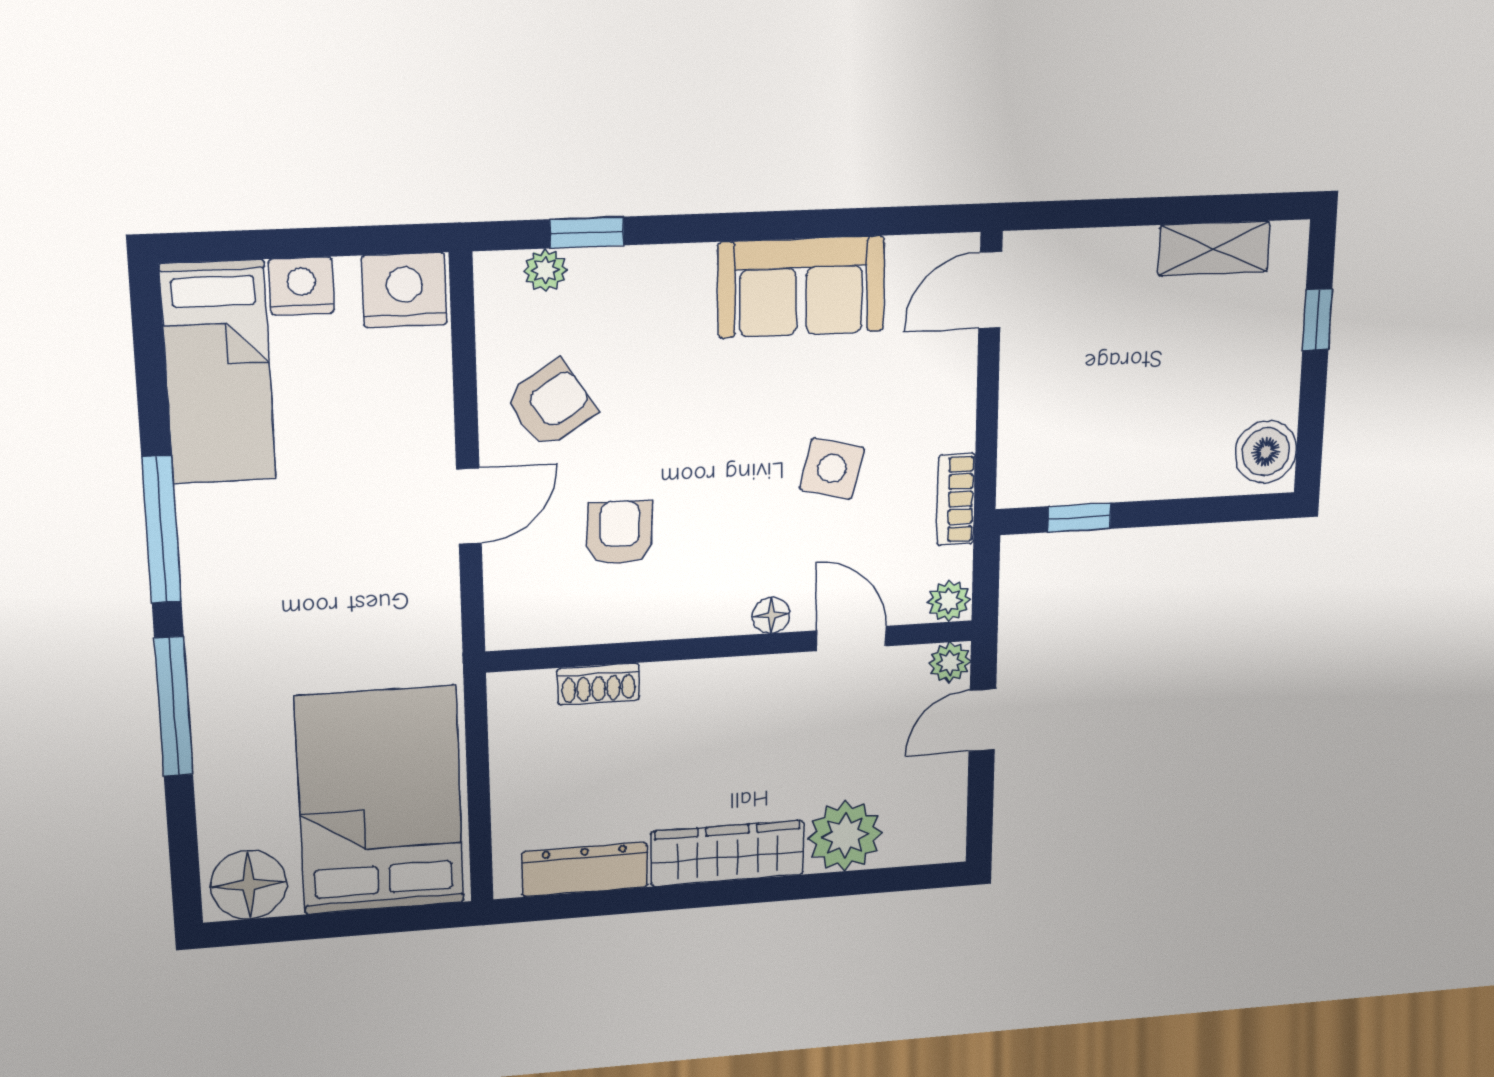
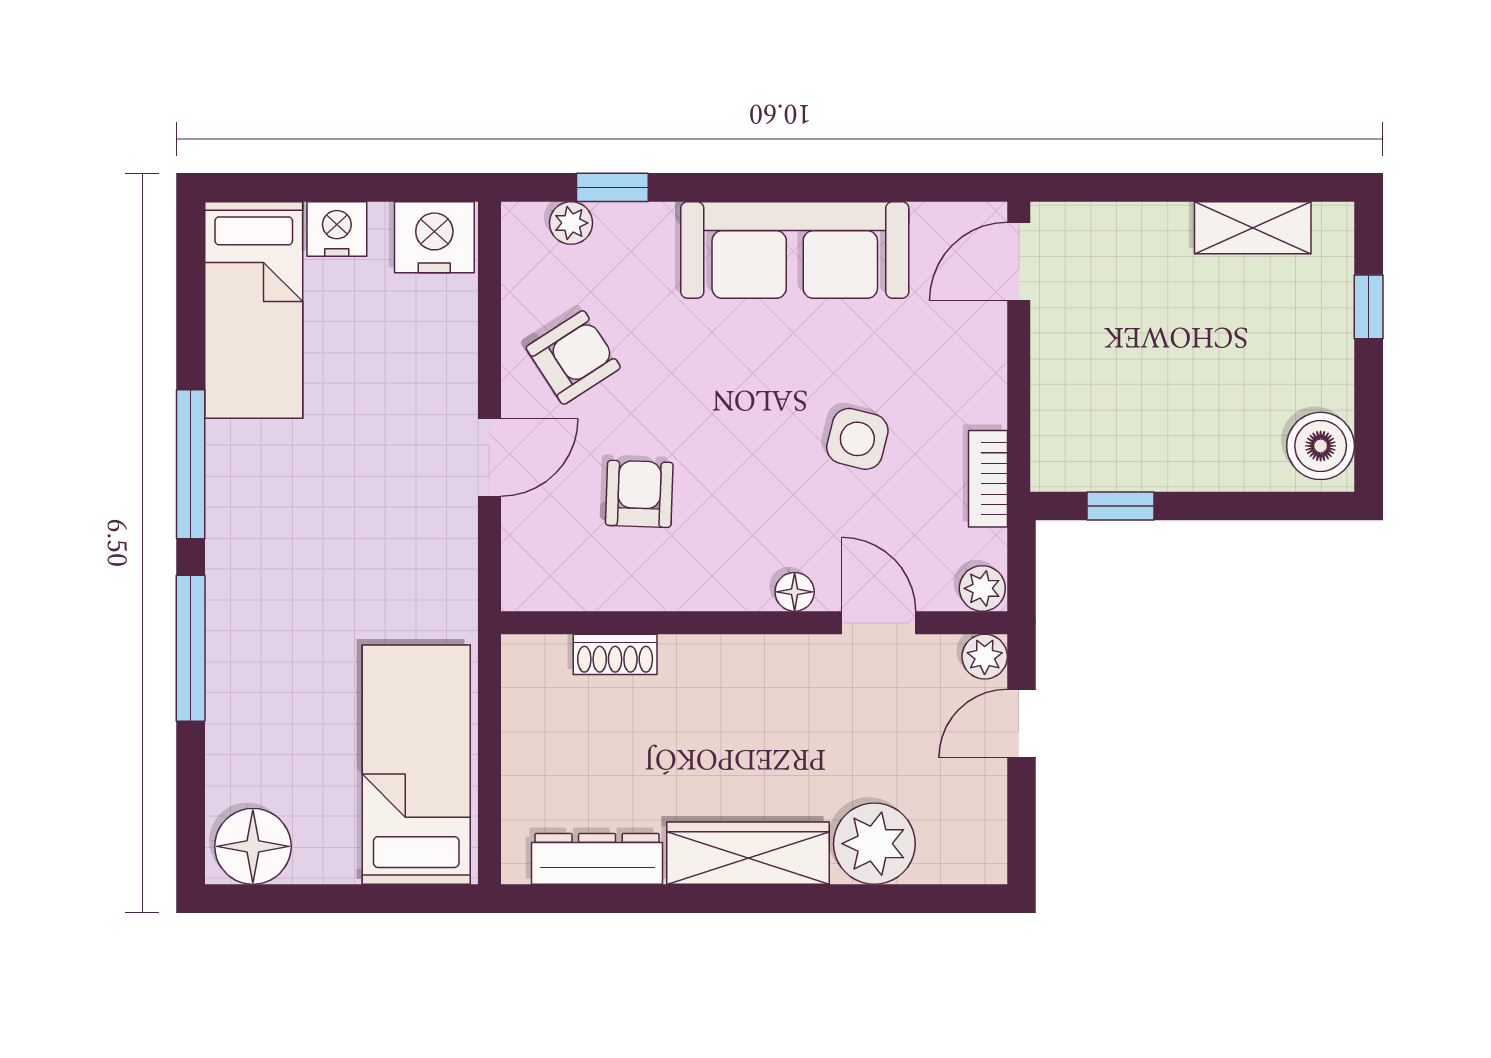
sofa: (801, 287) -> (795, 250), width x1.36
bed: (380, 800) -> (416, 765), width x0.67

